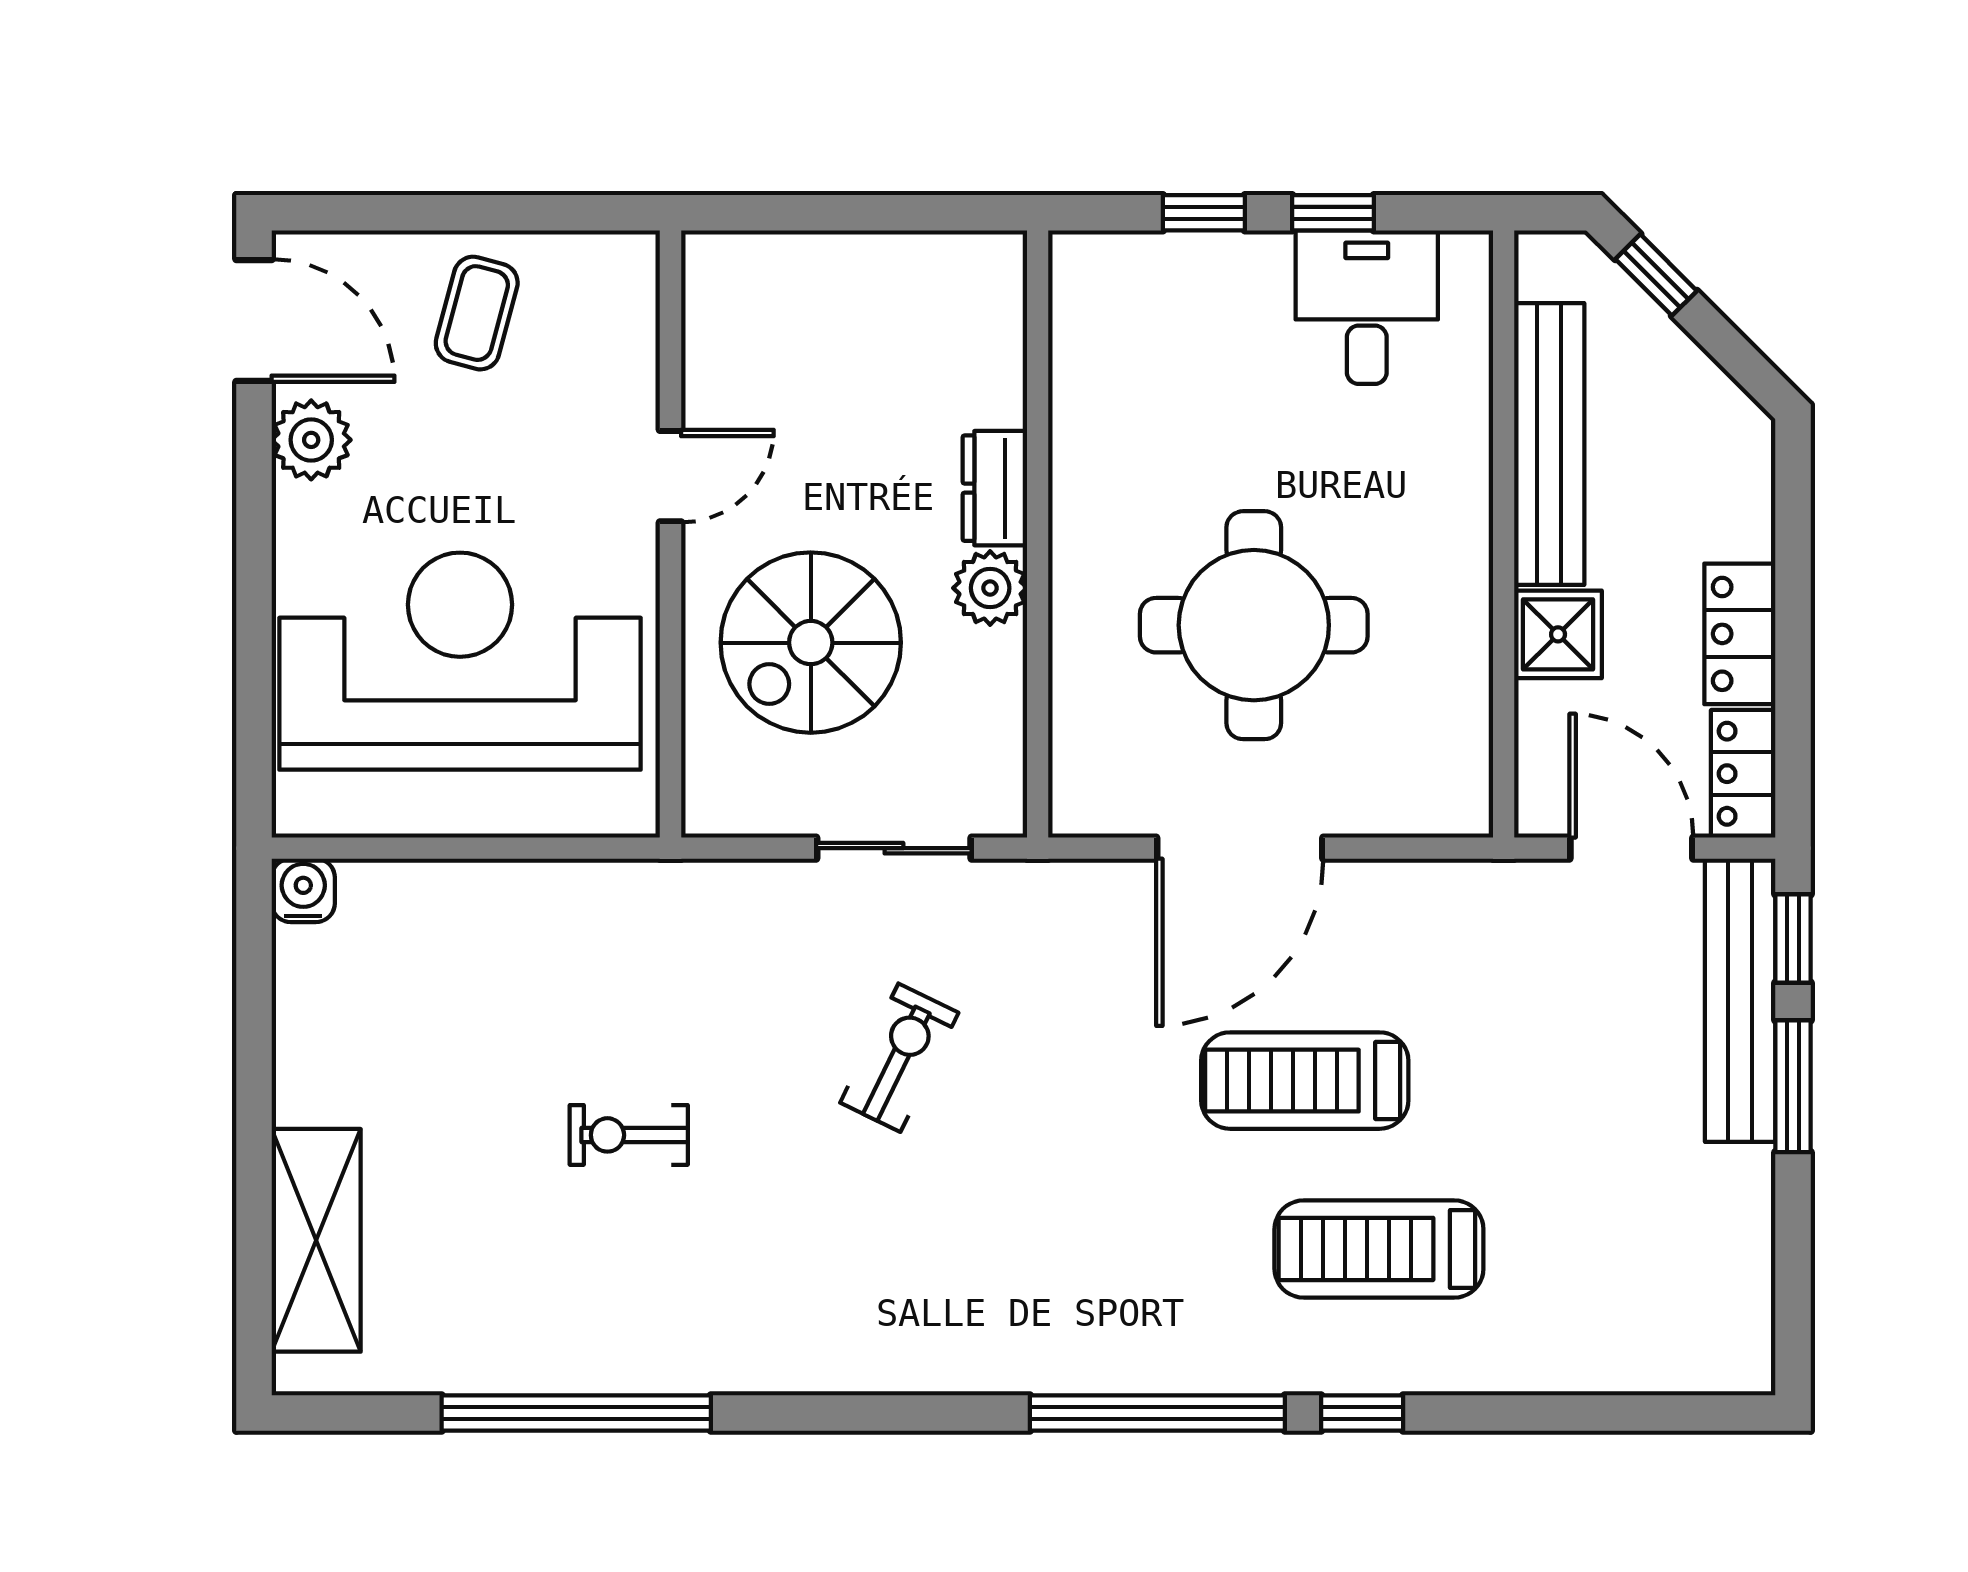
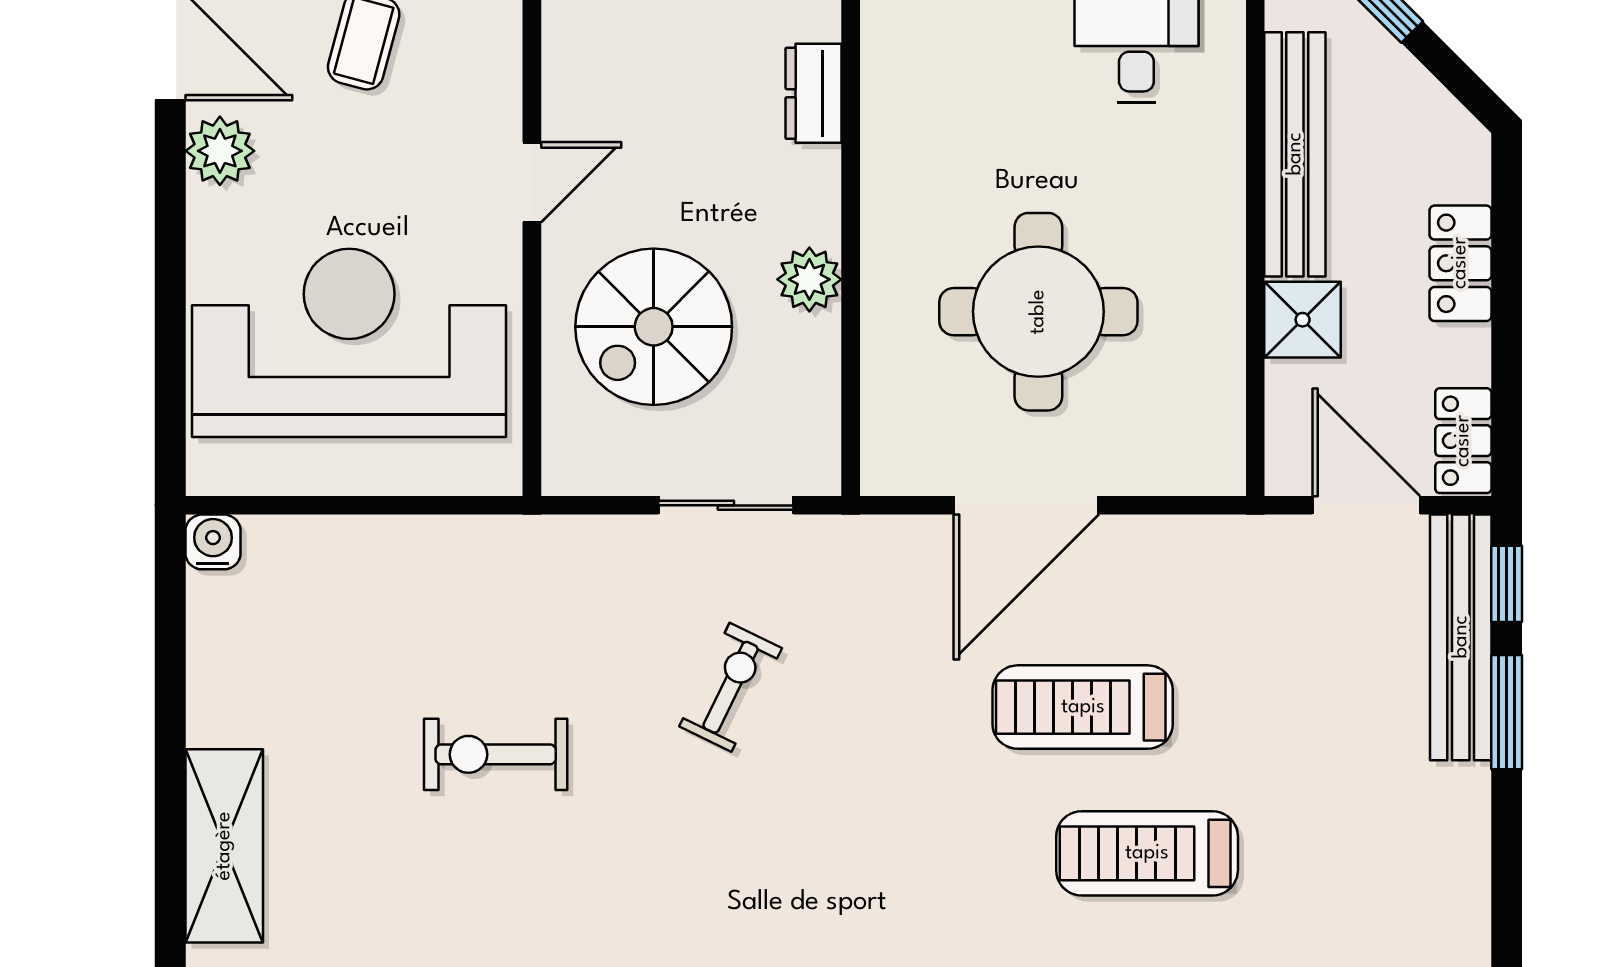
dresser: (995, 488) -> (814, 93), moved
locker: (1740, 634) -> (1460, 263), moved
exercise bike: (629, 1135) -> (496, 754), width x1.38, depth x1.39

